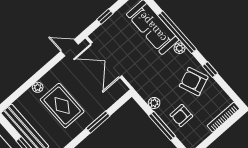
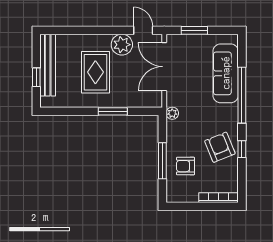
window: (105, 16) -> (194, 30), width x1.50
plant: (179, 48) -> (232, 110), removed
plant: (38, 87) -> (122, 45), moved, width x1.88, depth x1.88
plant: (154, 103) -> (172, 113), moved

